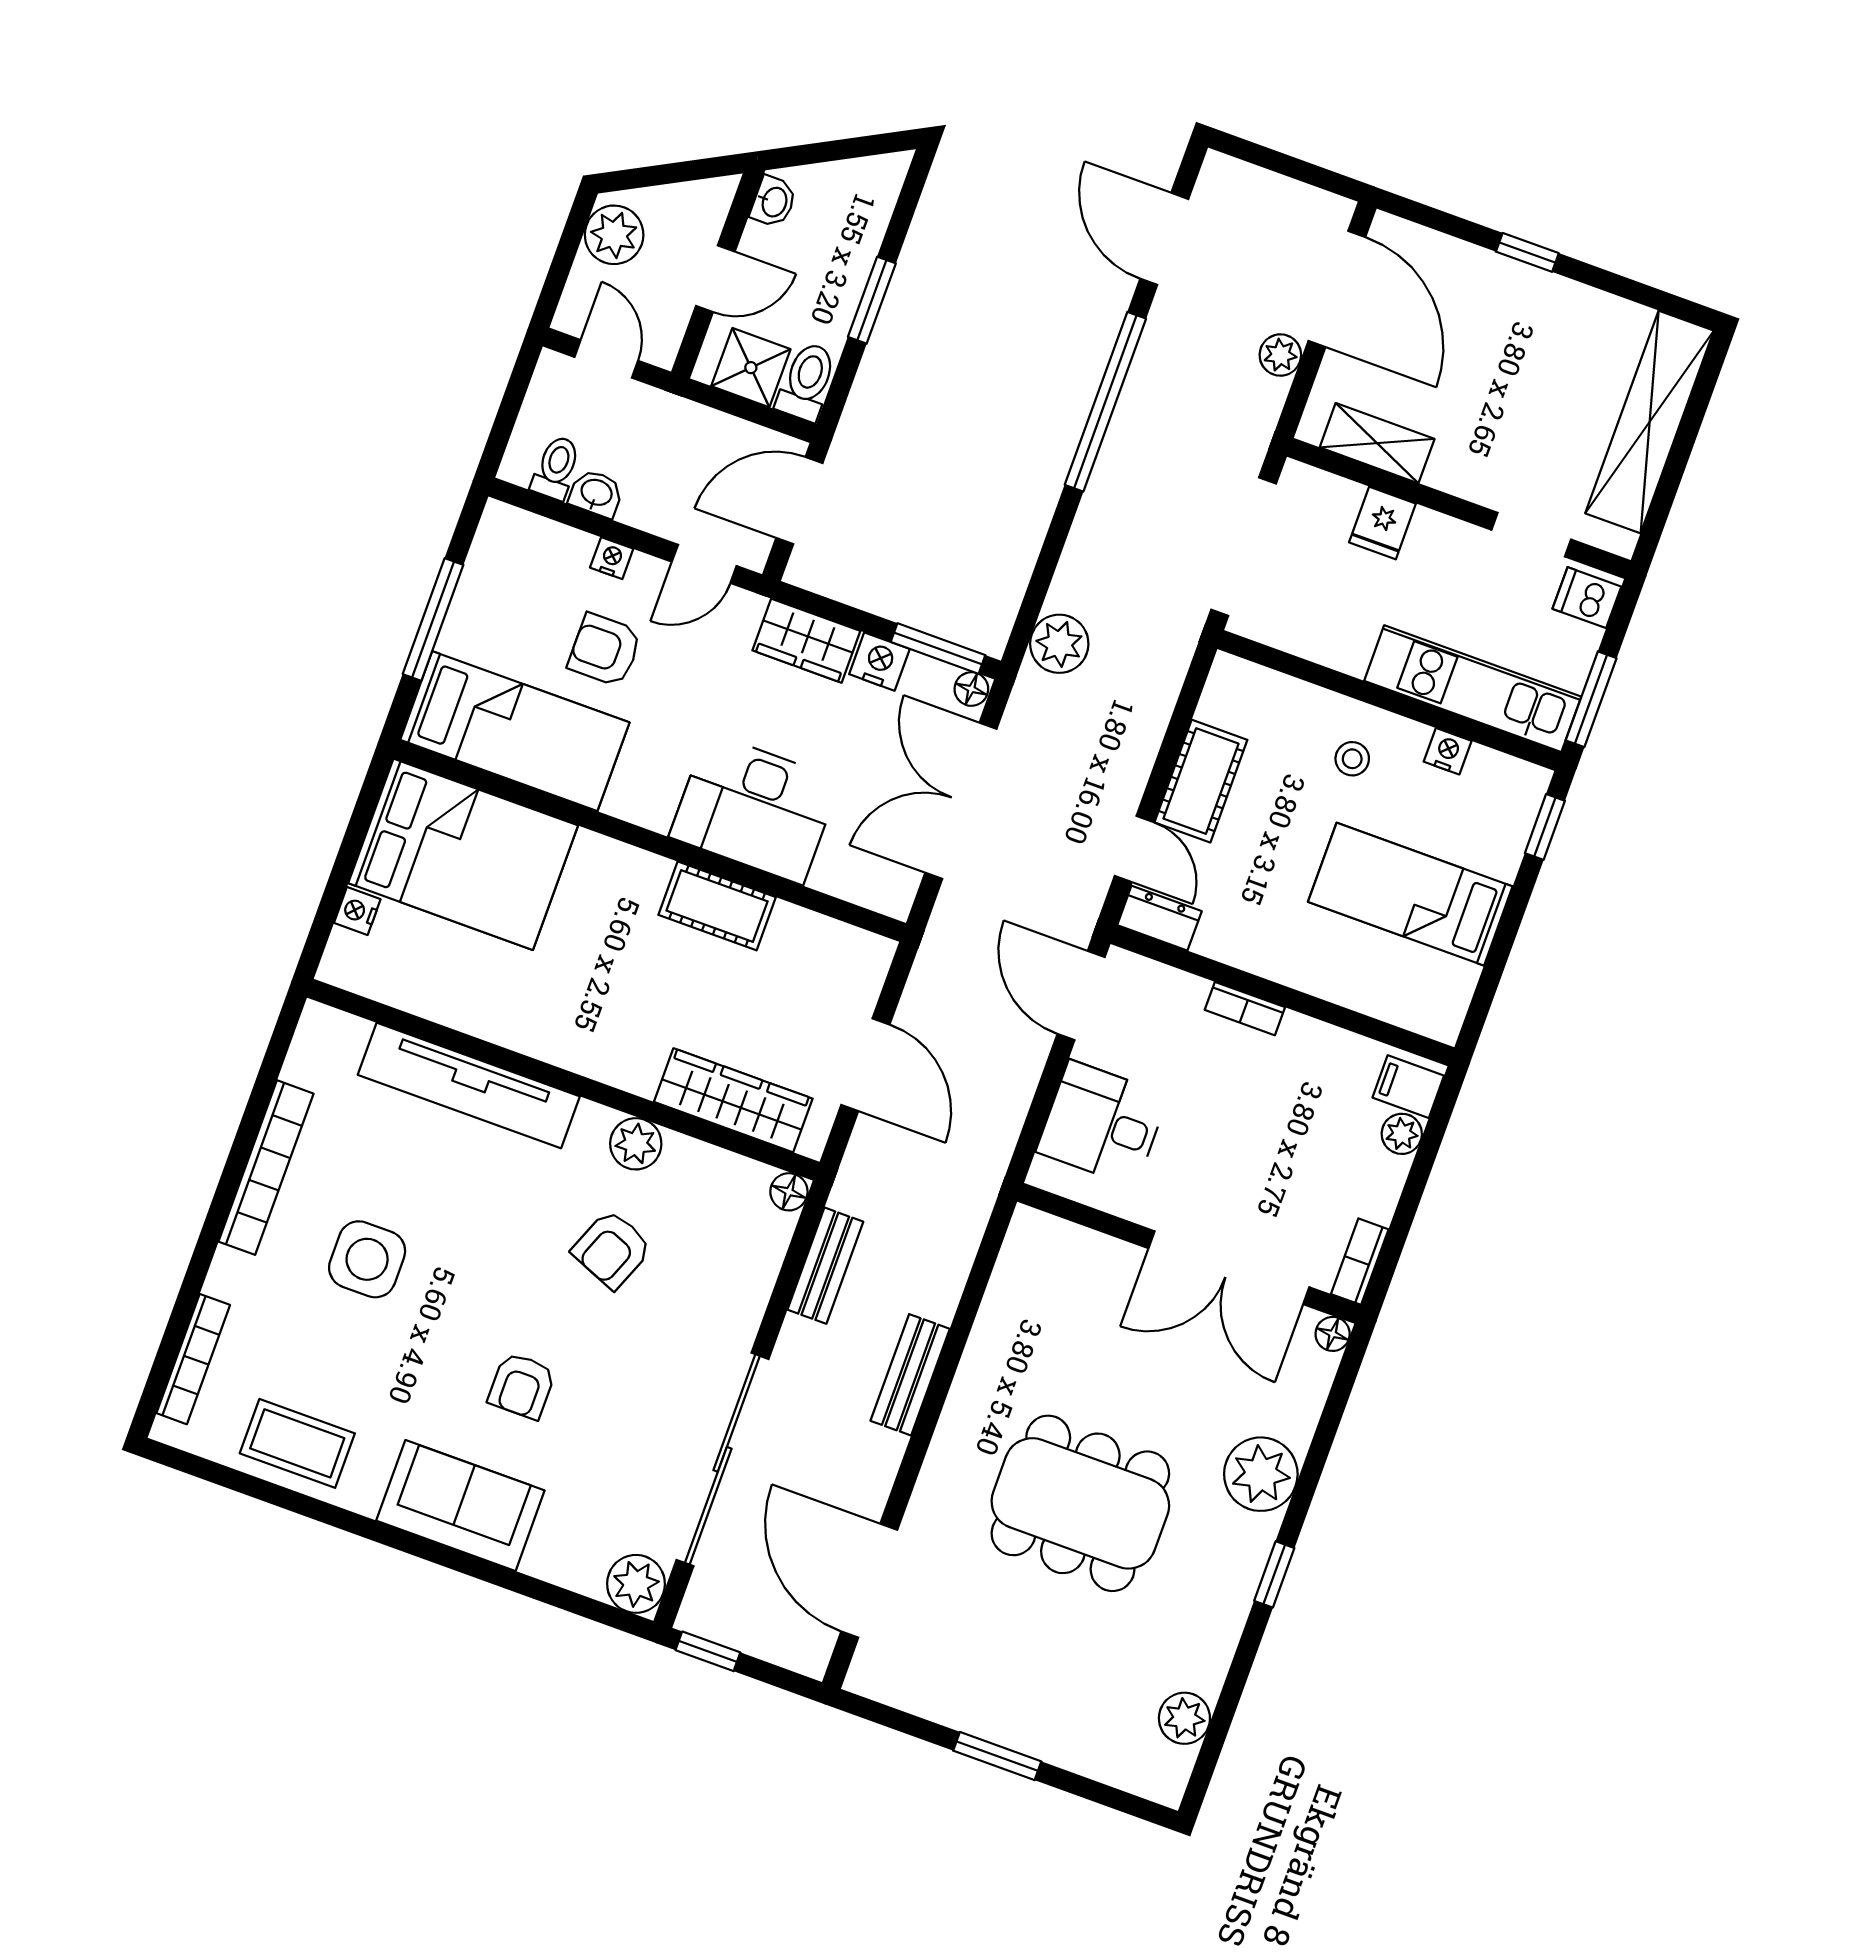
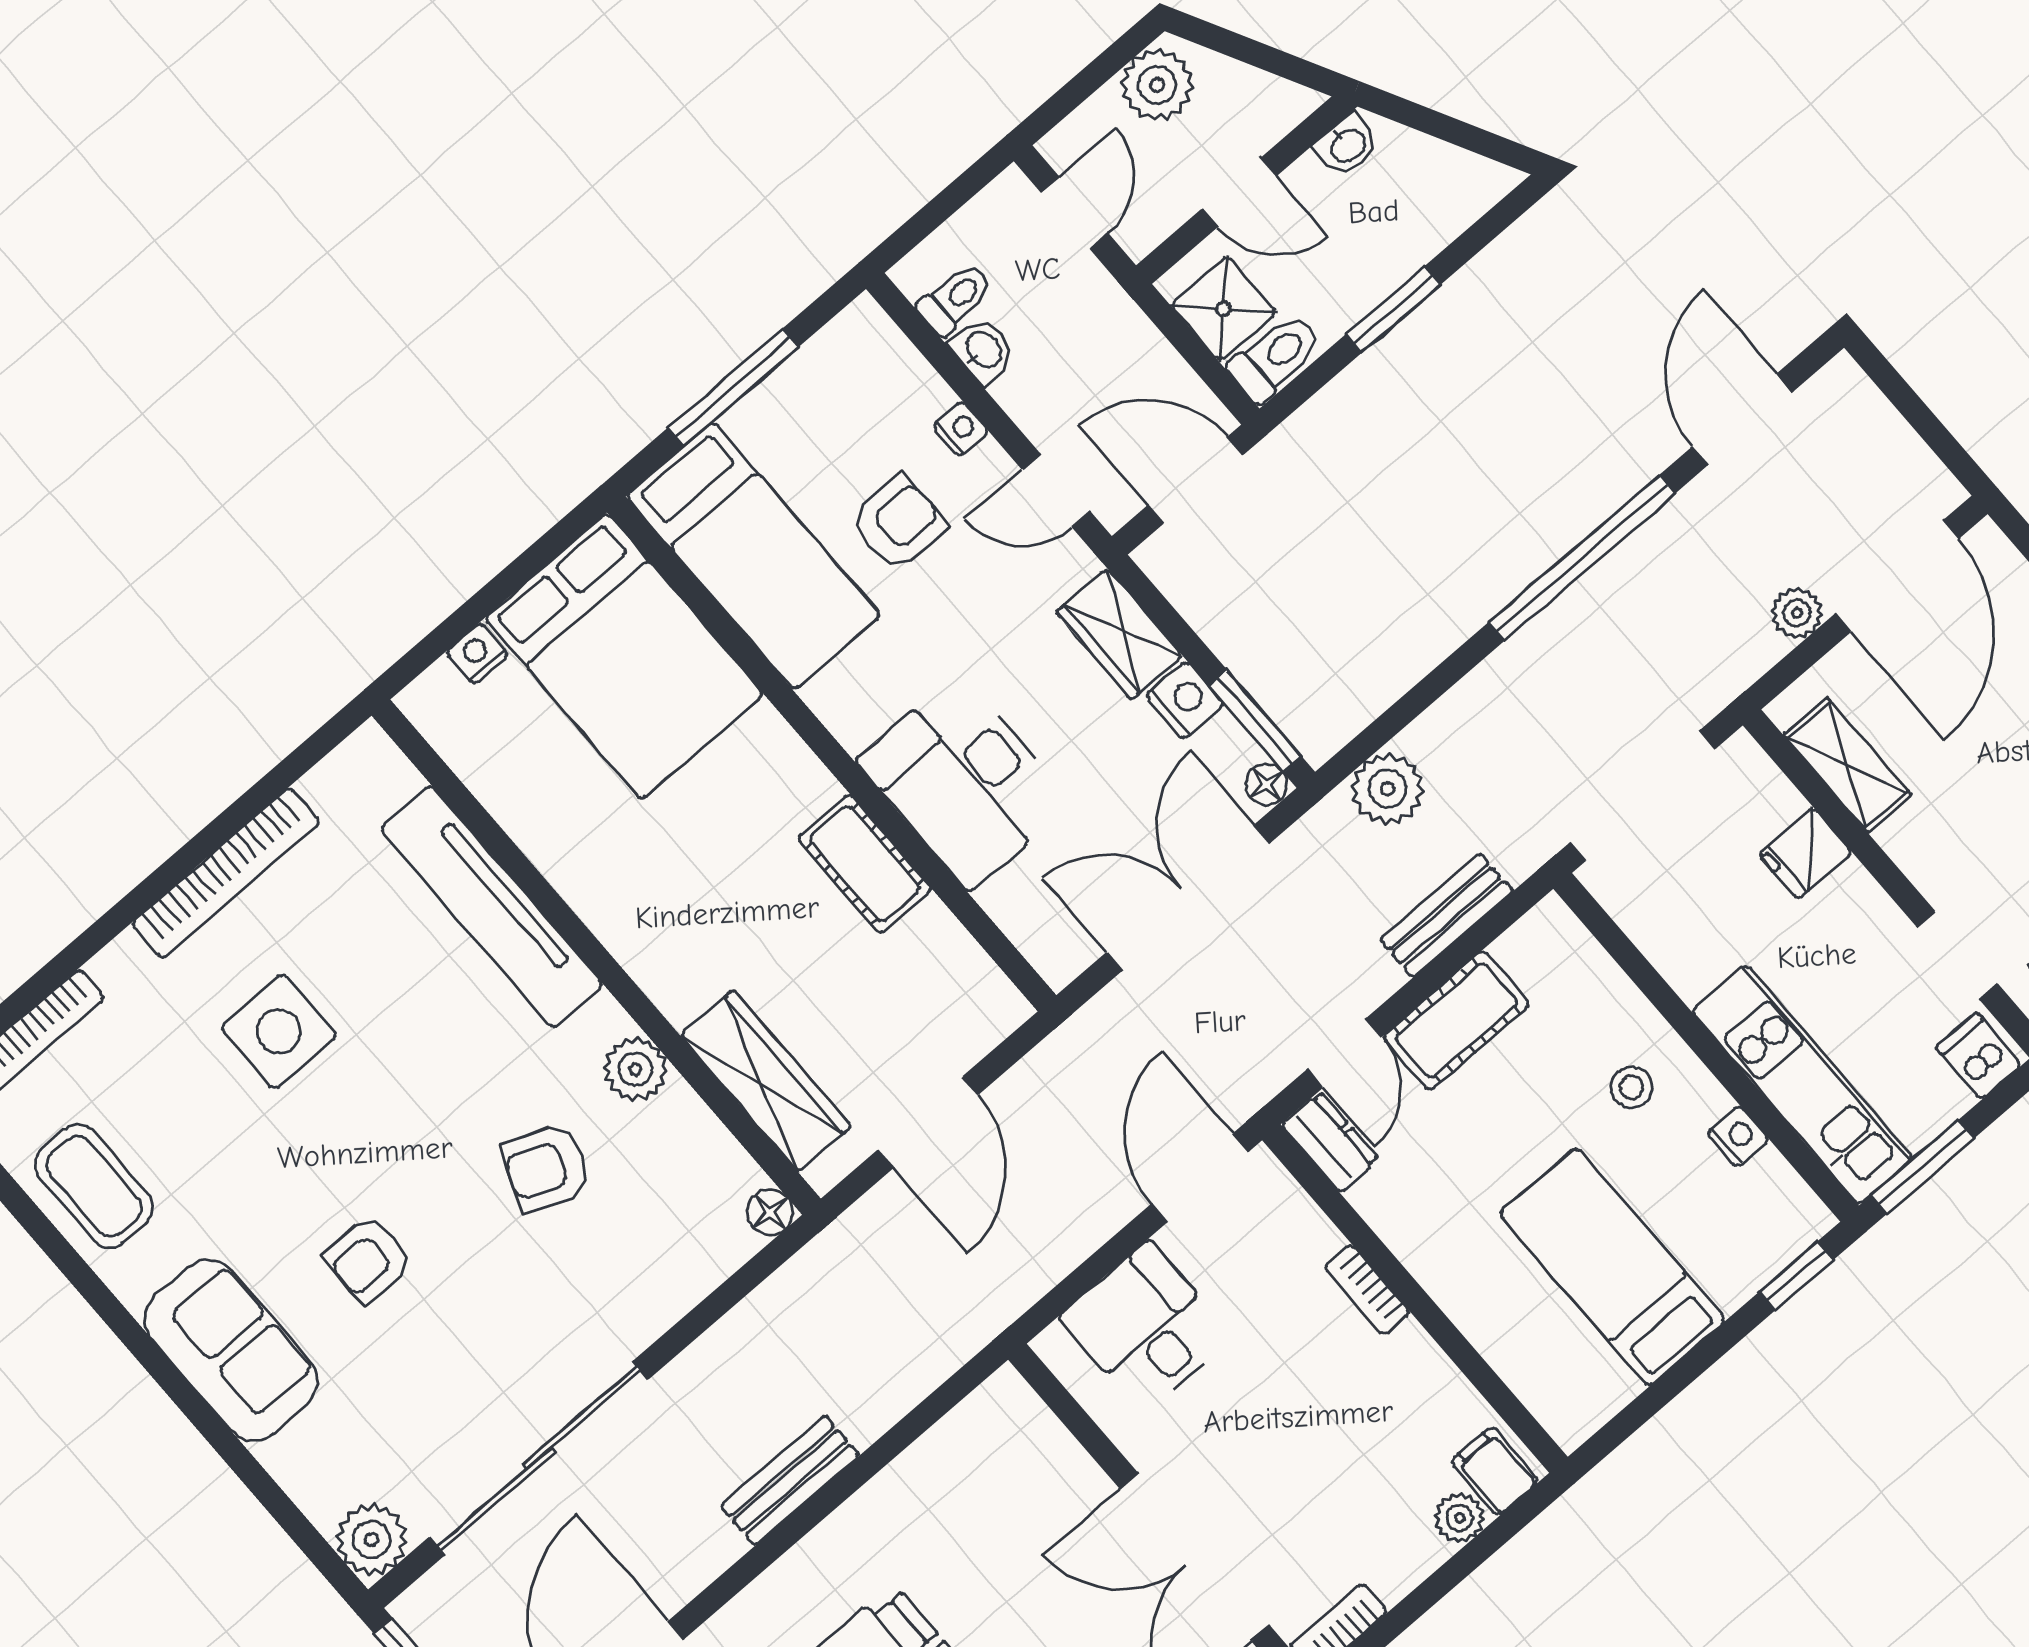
armchair: (605, 650) -> (898, 523), turned 90
bench: (825, 1266) -> (1446, 915), moved

